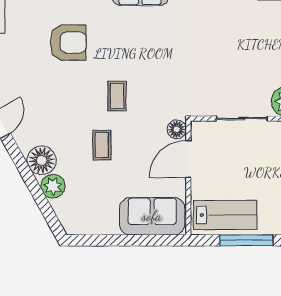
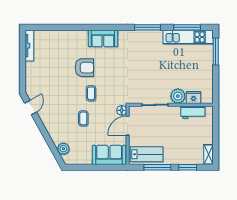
armchair: (68, 43) -> (84, 68), moved
floor lamp: (42, 160) -> (52, 126), removed
plant: (53, 186) -> (63, 149), moved

